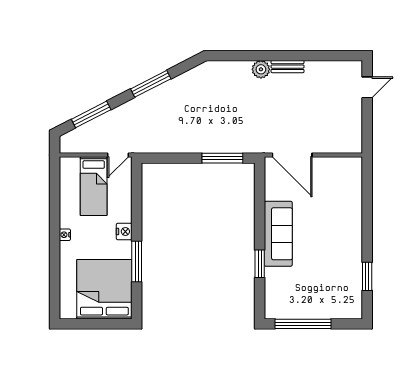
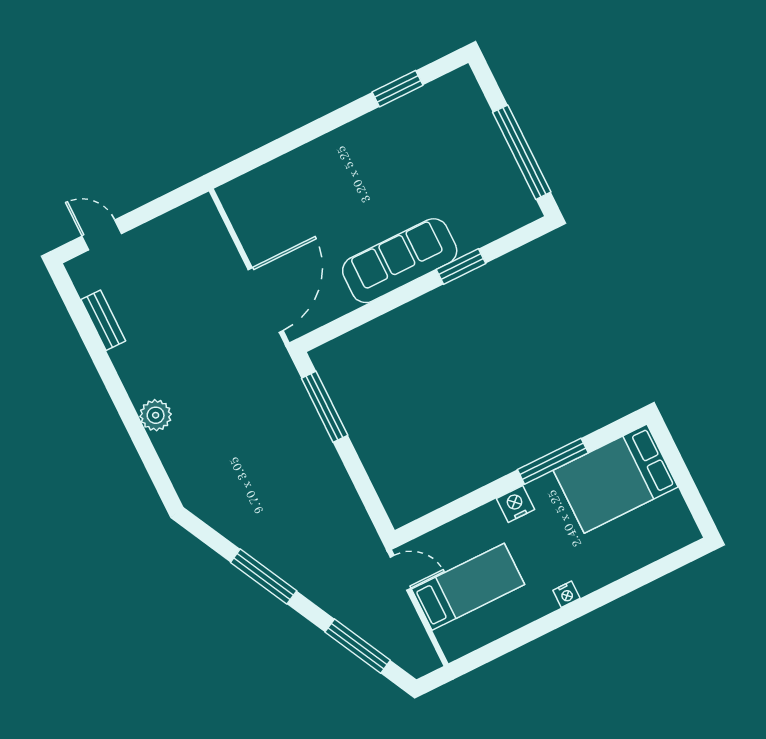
bench: (288, 67) -> (103, 320), moved
bed: (104, 289) -> (616, 479), width x0.73

